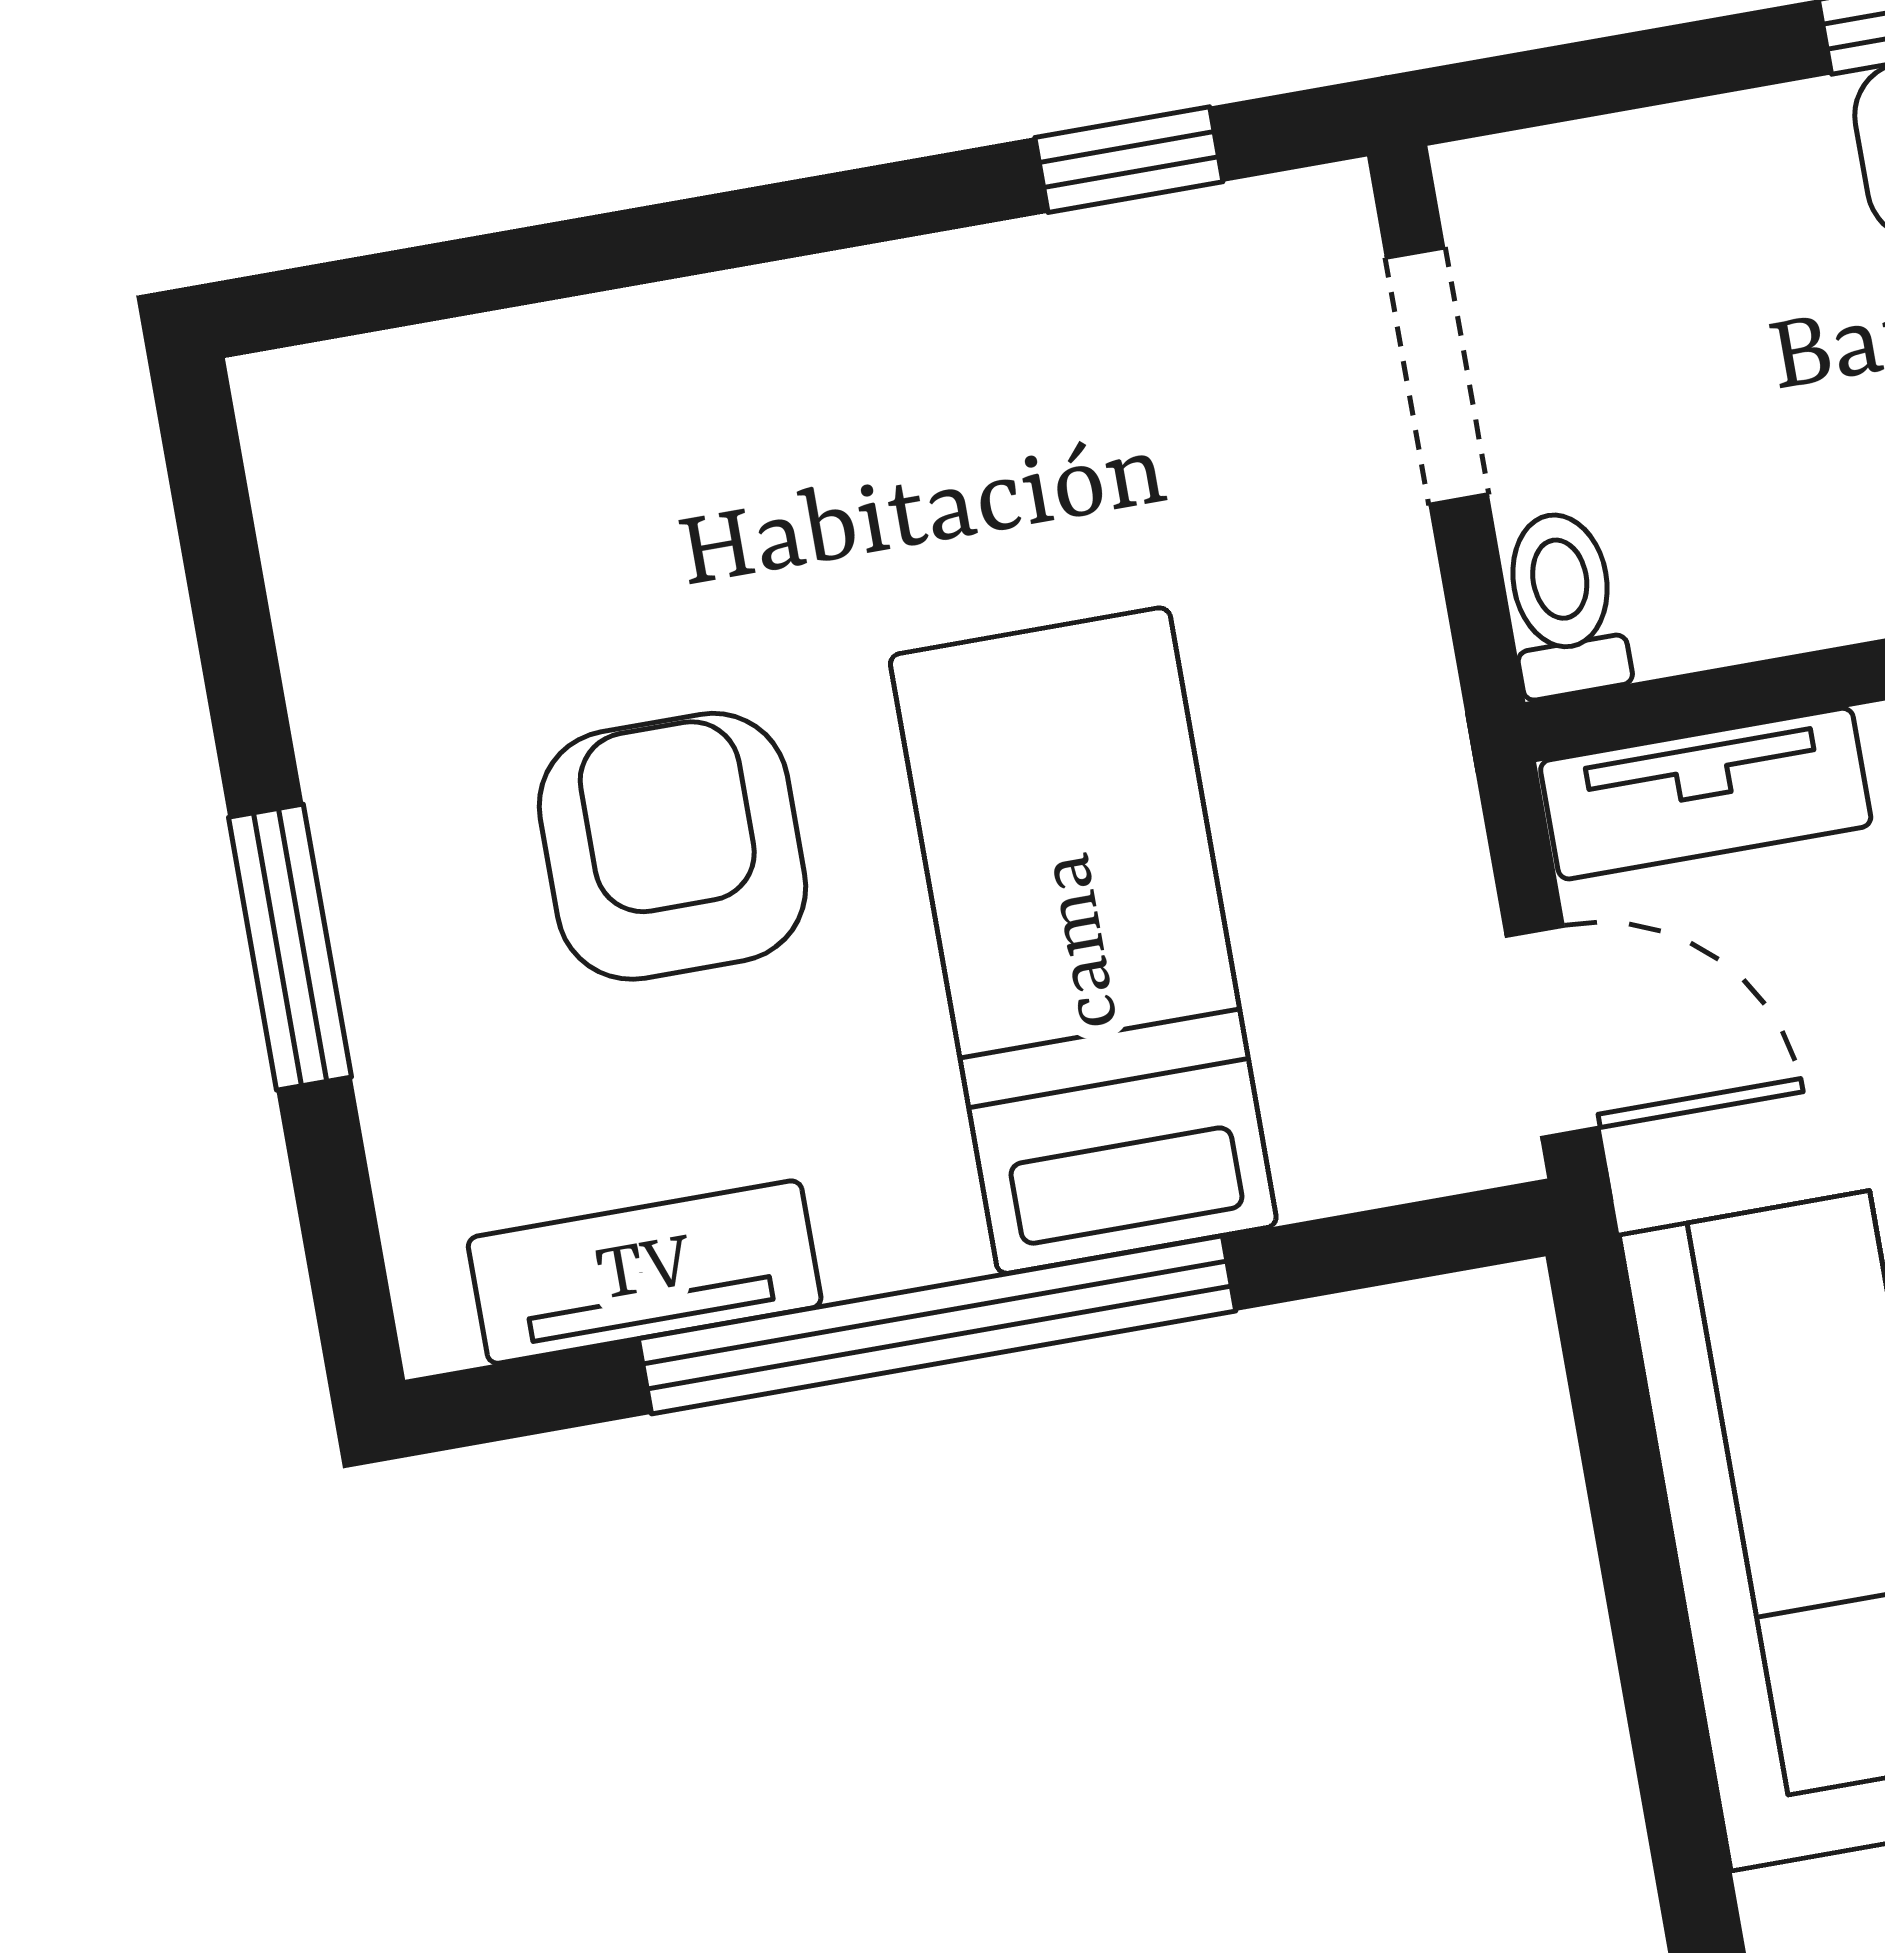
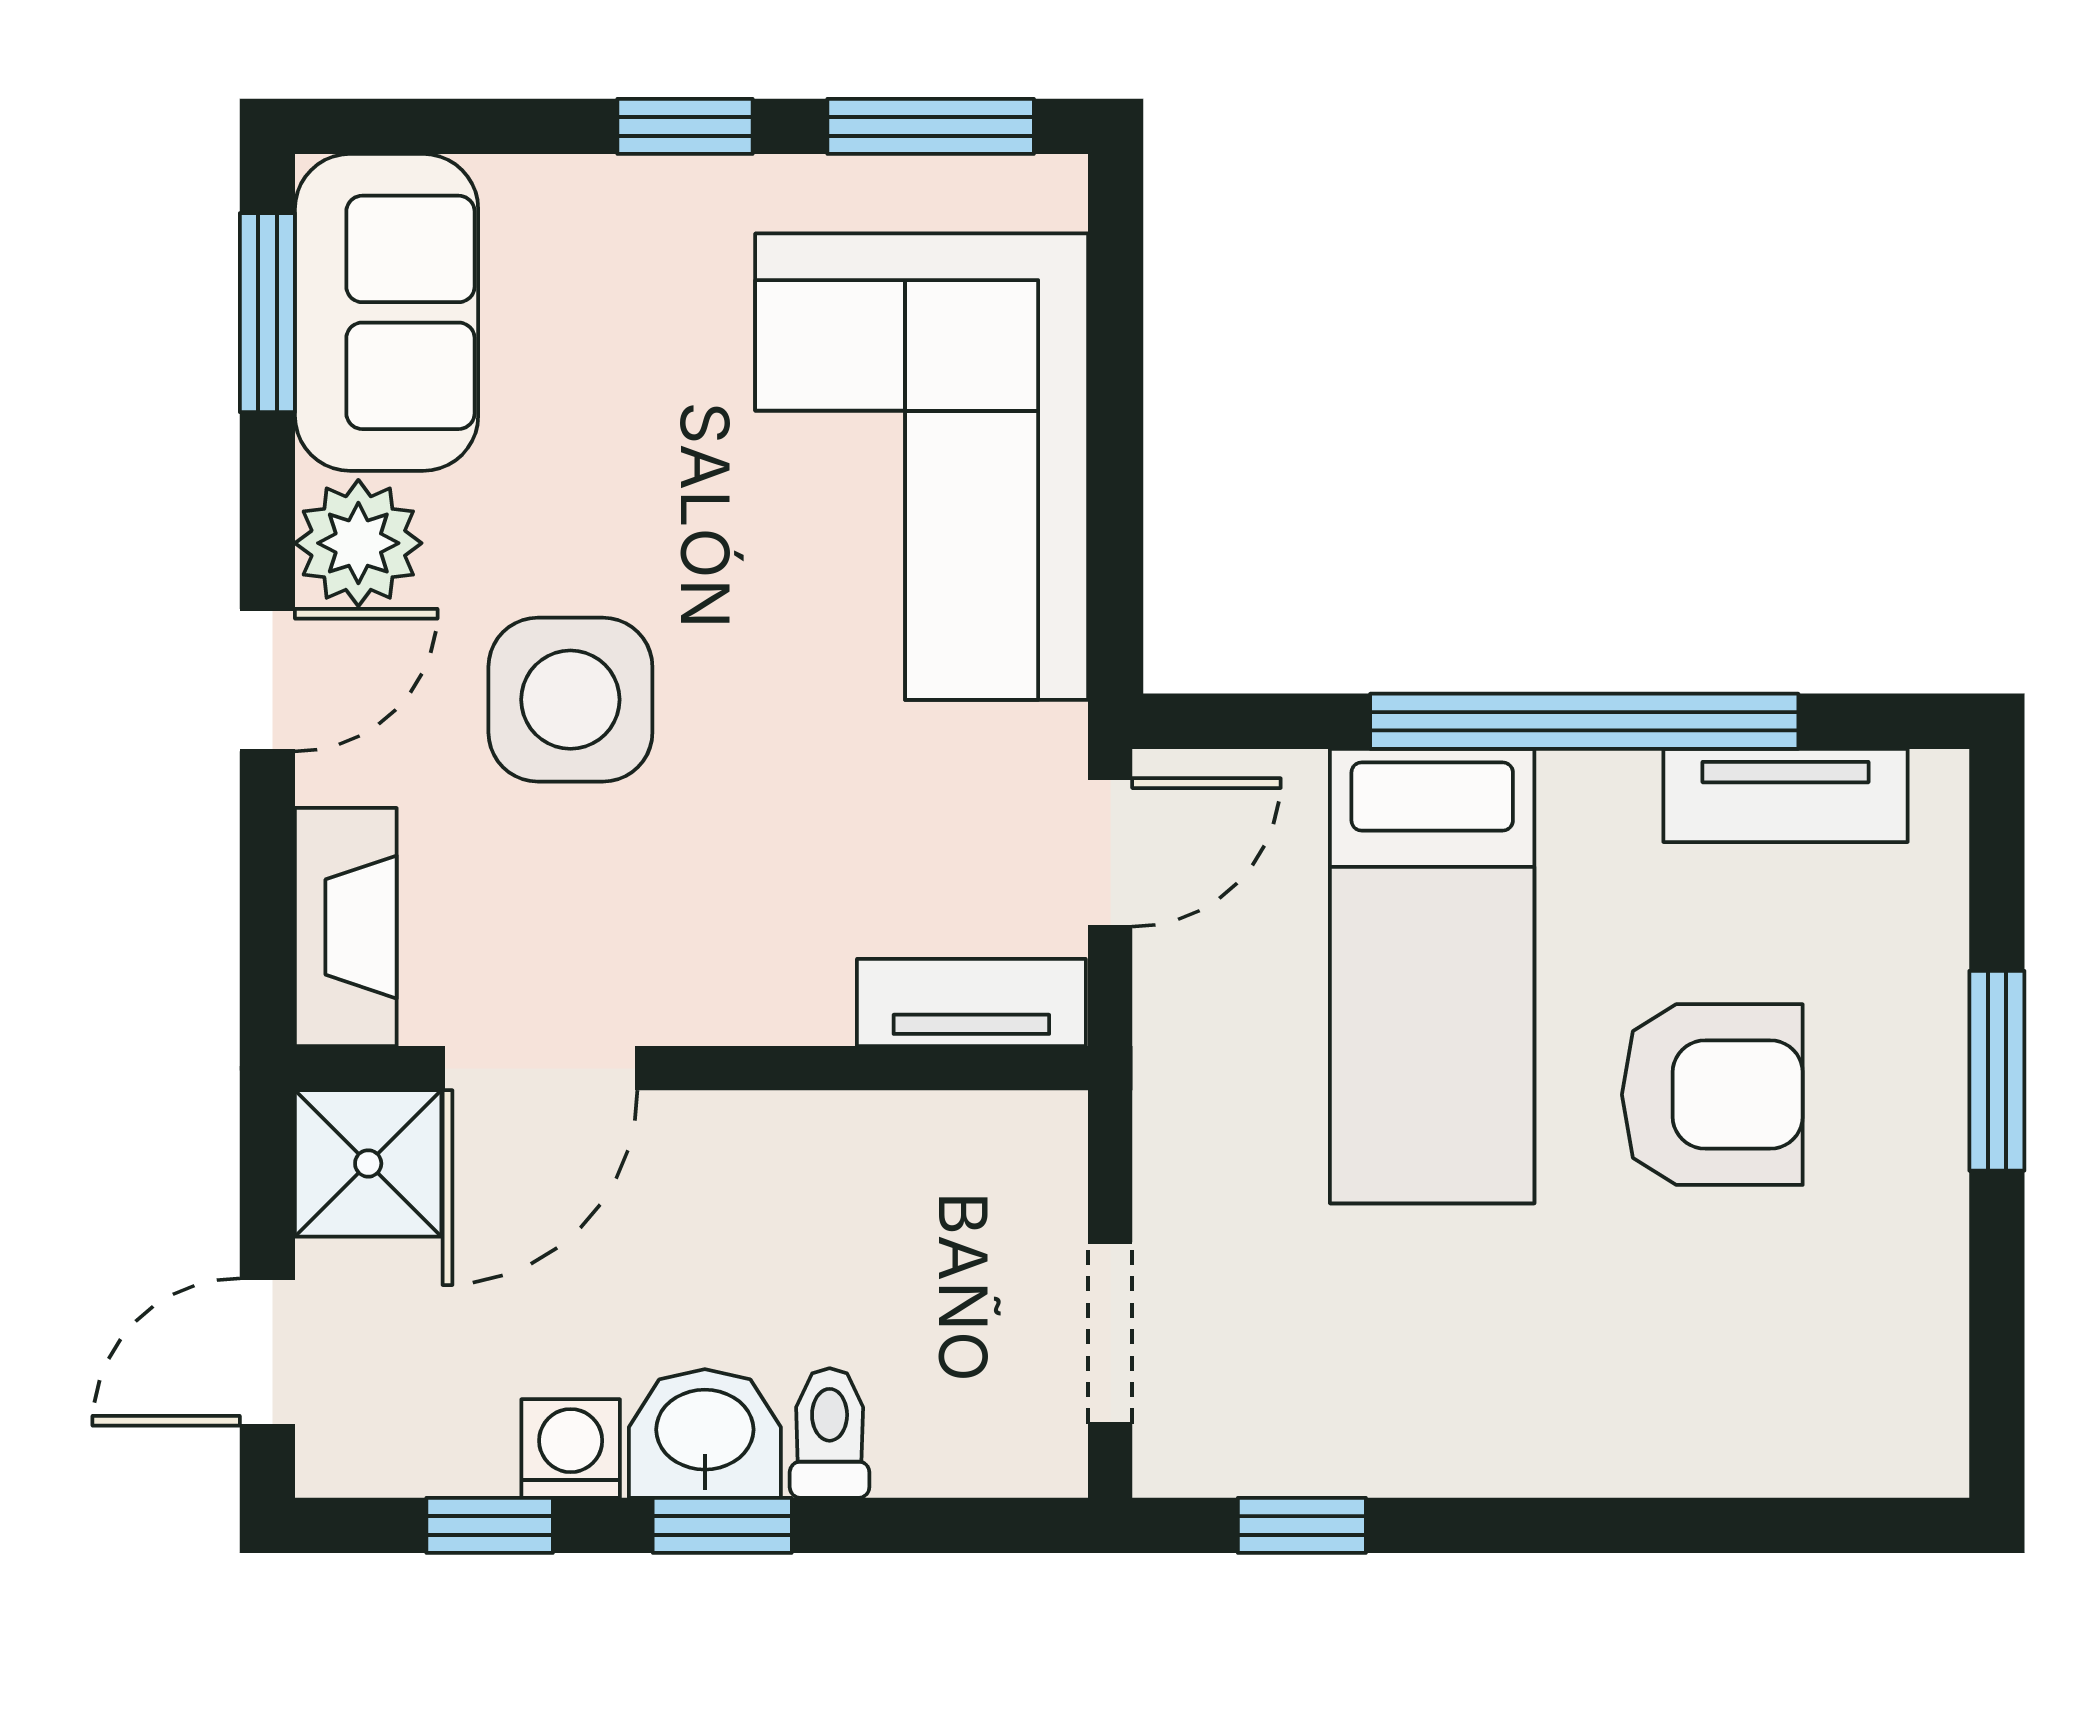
toilet: (1564, 604) -> (830, 1433), moved, turned 180
armchair: (672, 846) -> (1712, 1095), turned -90
door: (1552, 1032) -> (1110, 852), swing flipped

